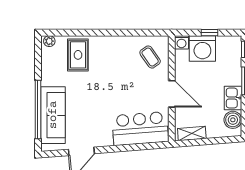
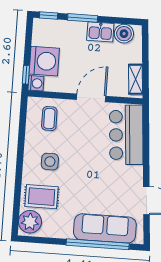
window: (210, 33) -> (26, 75), moved
plant: (49, 41) -> (30, 222), width x1.88, depth x1.88
coffee table: (150, 57) -> (49, 119), turned -55
side table: (111, 60) -> (50, 162), added

